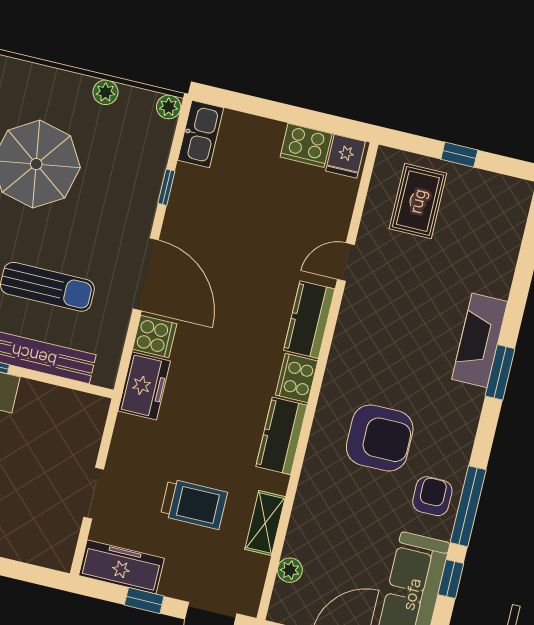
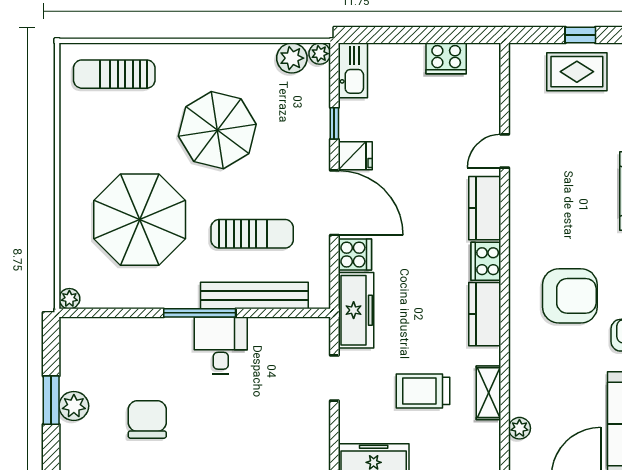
plant: (106, 92) -> (292, 58), moved, width x1.38, depth x1.38
fridge: (346, 156) -> (355, 156), moved, turned -90
rug: (418, 201) -> (577, 72), moved, turned 90
freezer: (144, 386) -> (356, 310), width x1.40
doorway: (94, 493) -> (334, 378), moved
trolley: (194, 504) -> (423, 391), turned 180

